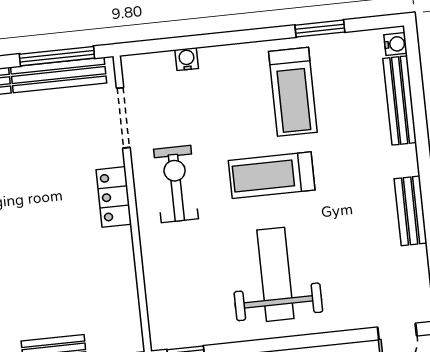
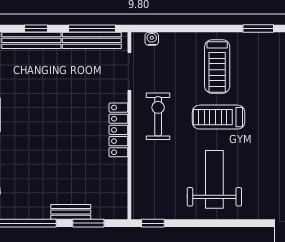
water cooler: (187, 59) -> (152, 39), moved
treadmill: (293, 92) -> (217, 66), moved
locker: (114, 197) -> (118, 130), width x1.53

